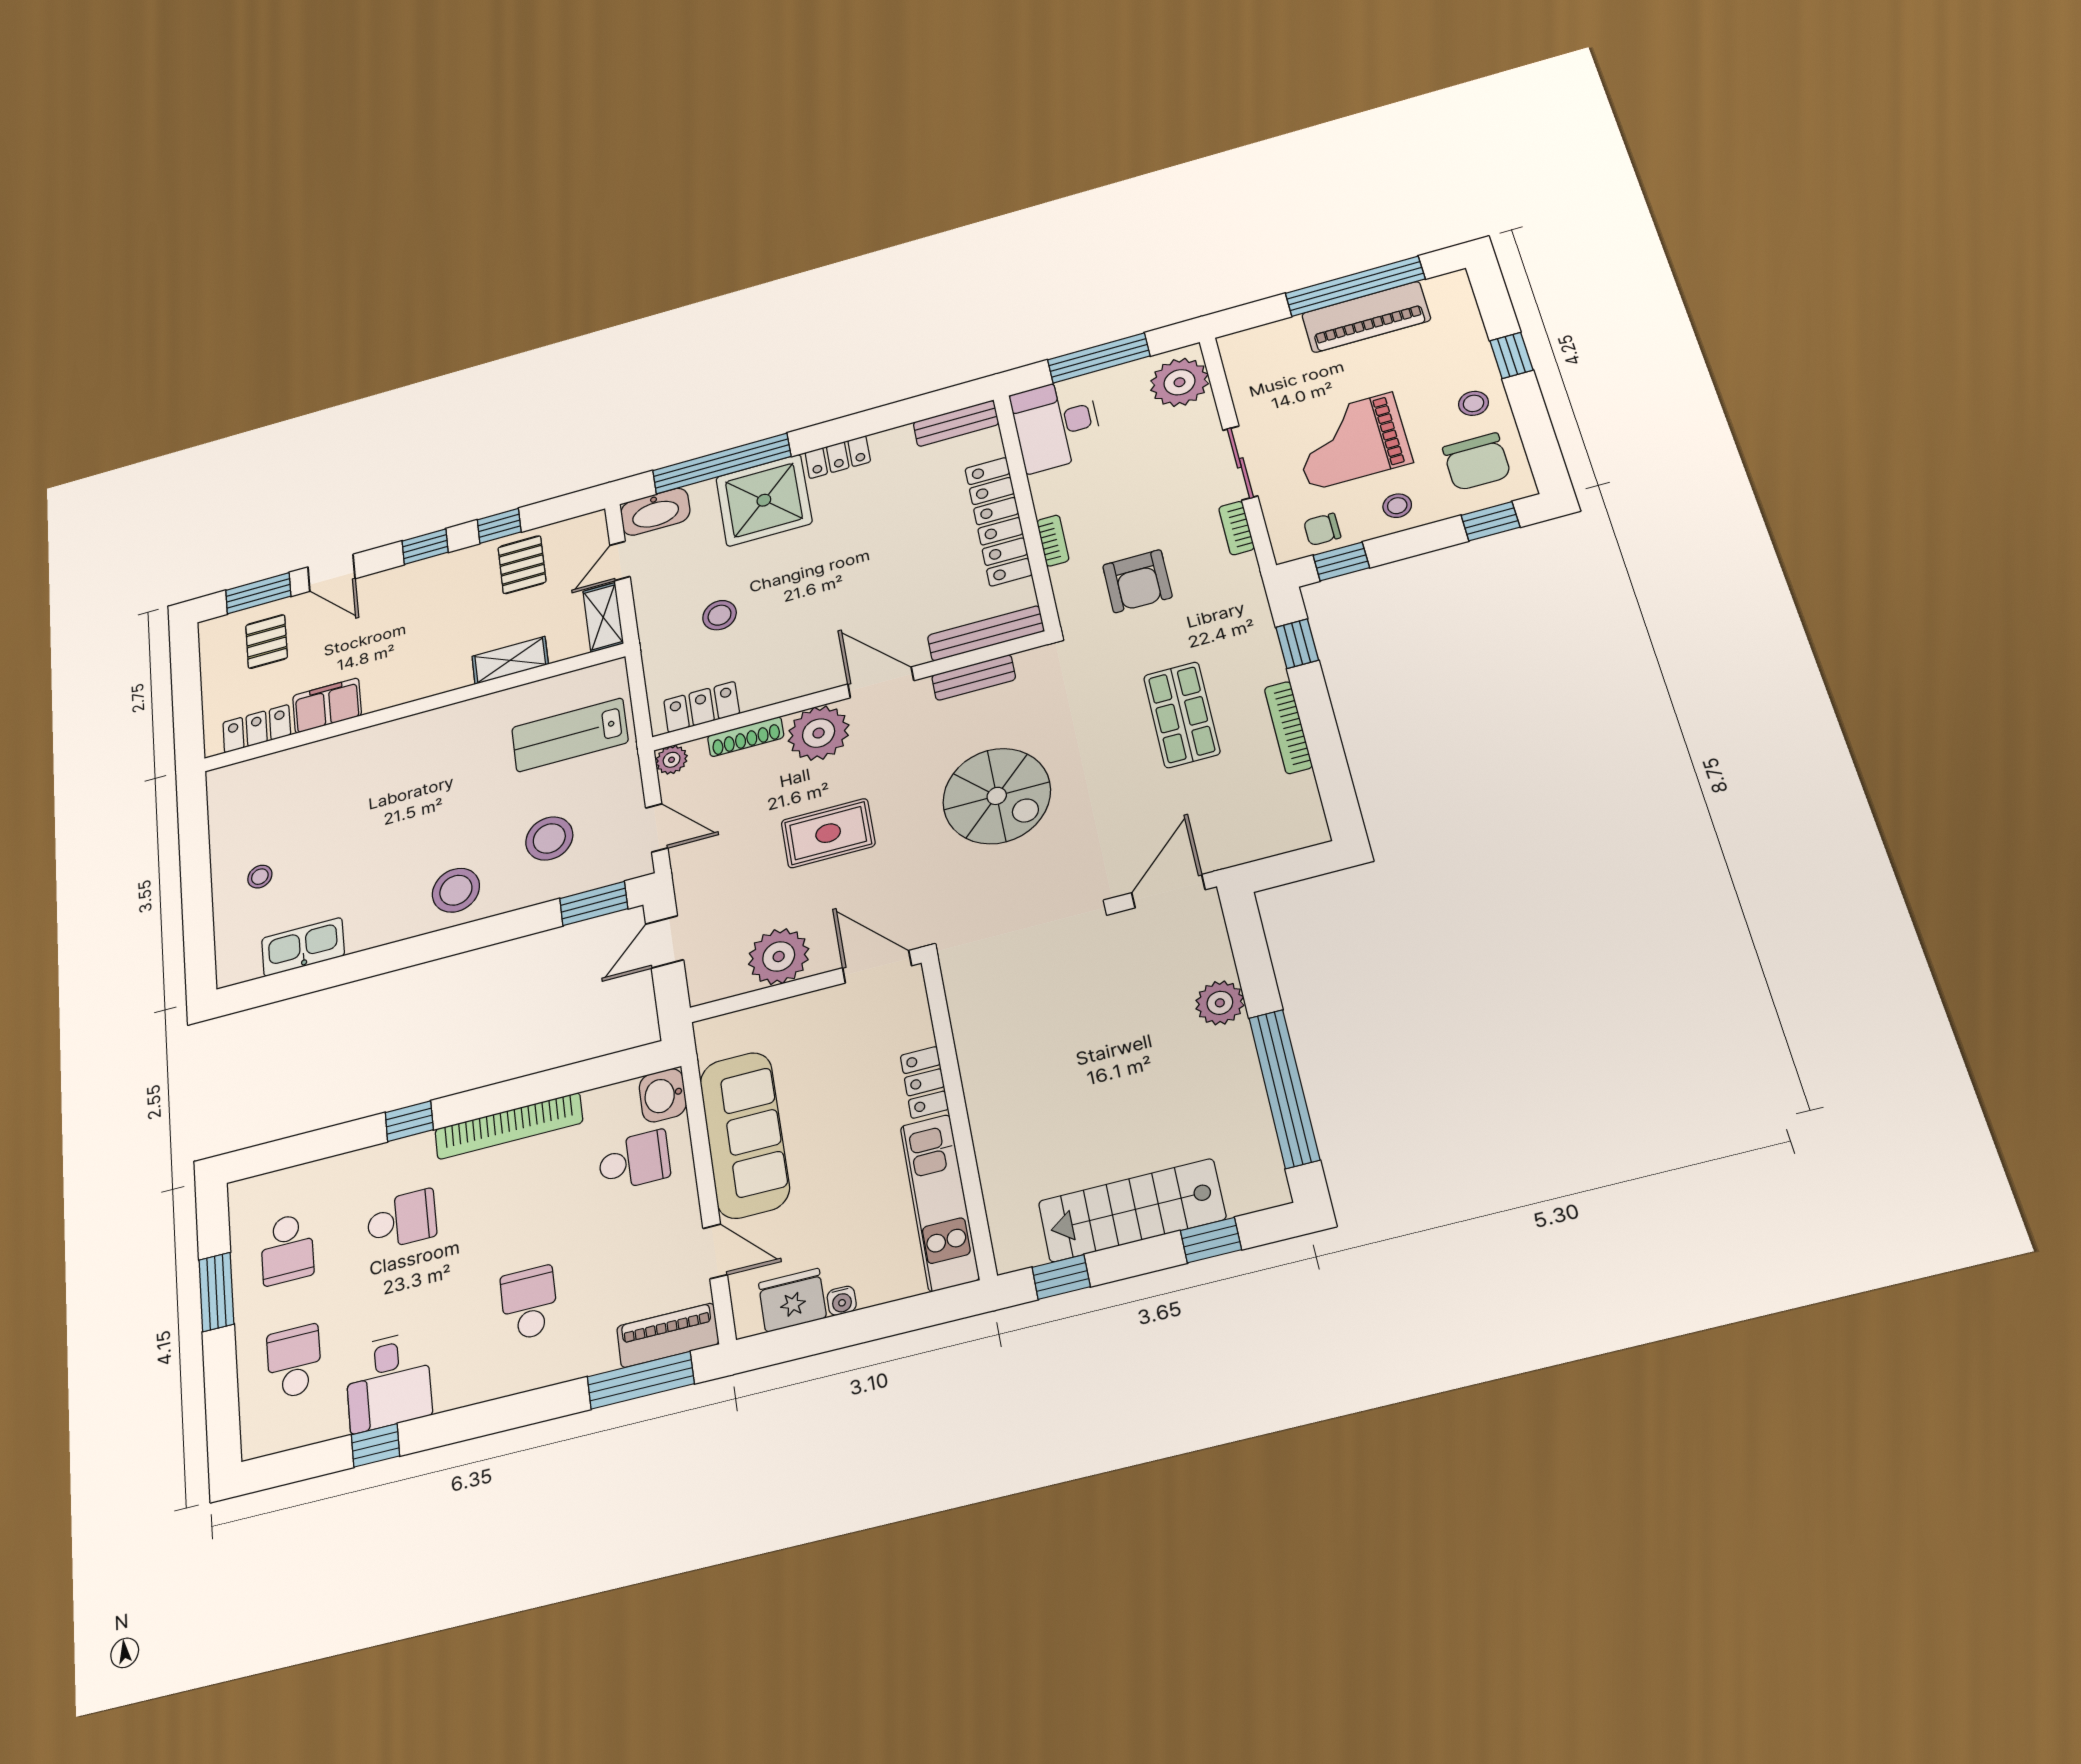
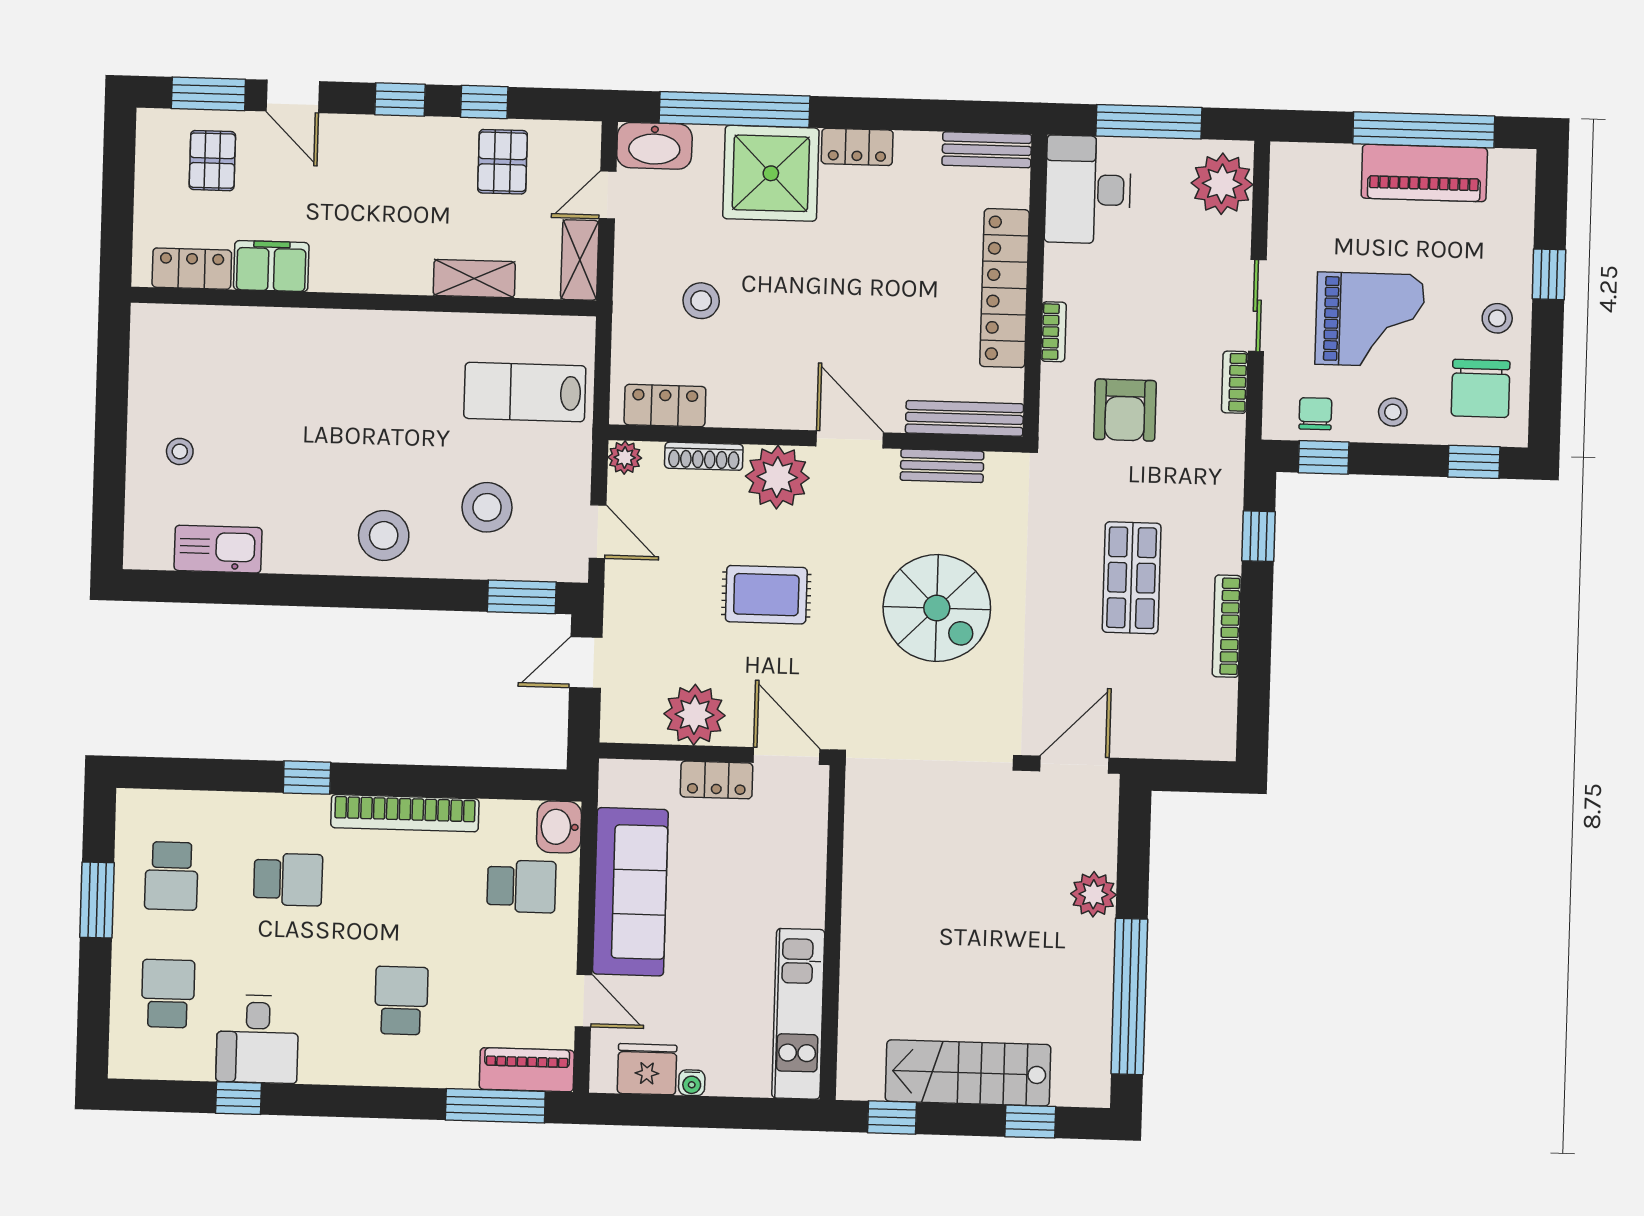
grand piano: (1351, 441) -> (1370, 320), turned 180
chair: (1322, 529) -> (1315, 414), turned 90
locker: (924, 1082) -> (717, 780), moved, turned -90

